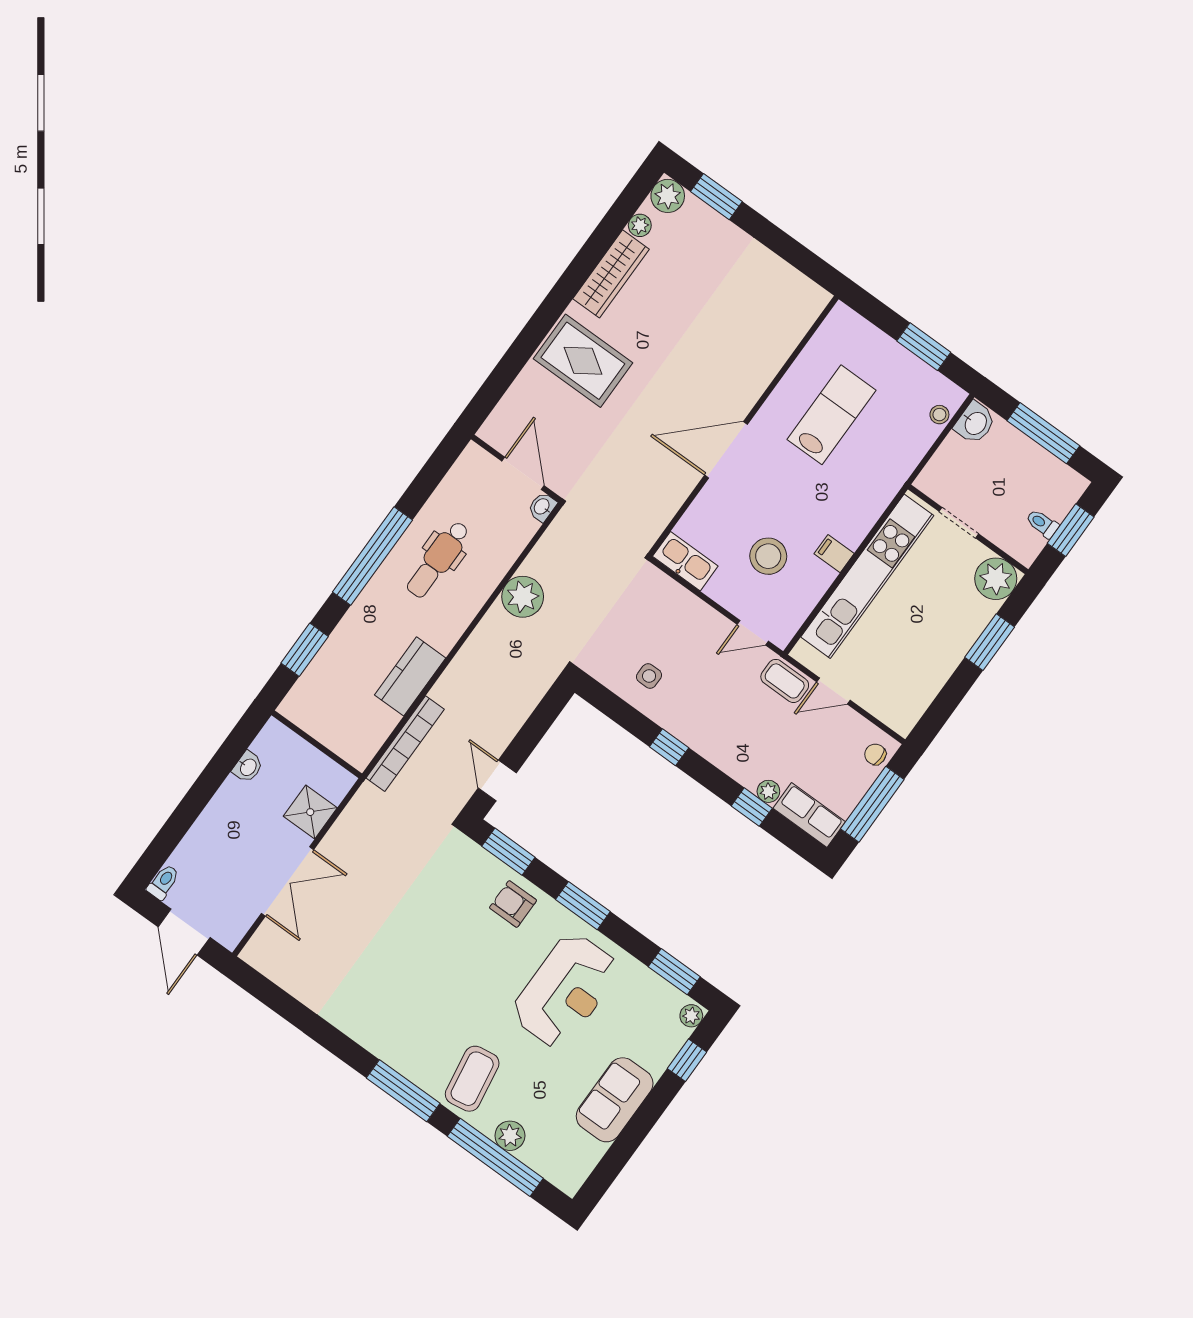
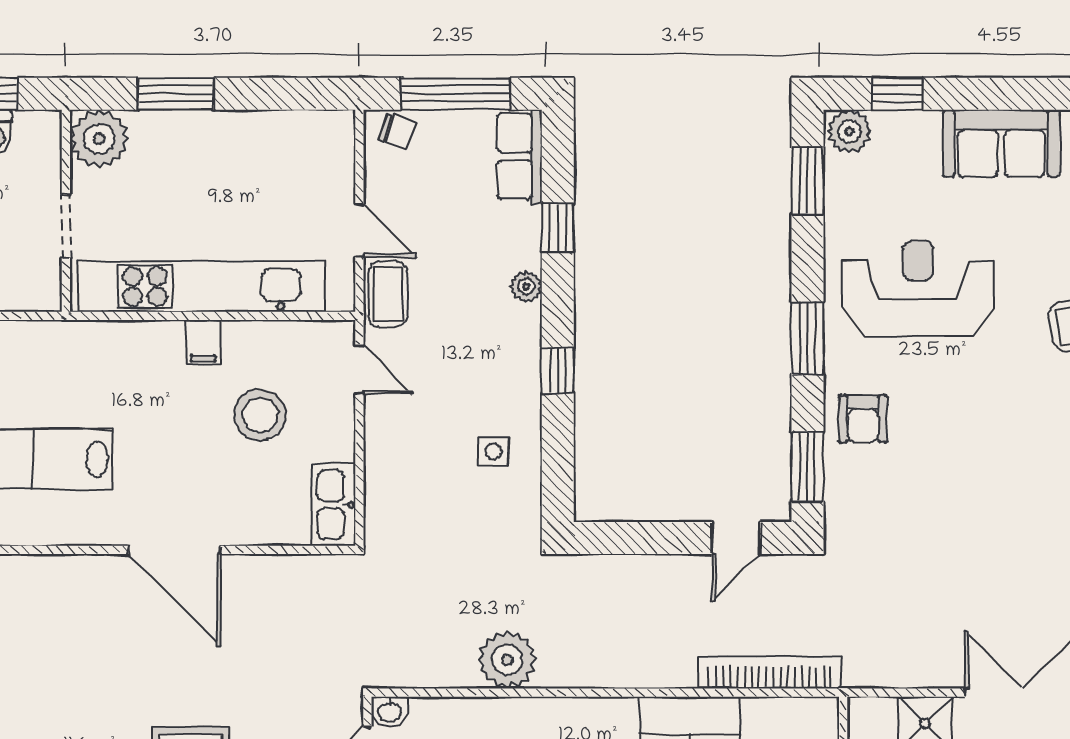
chair: (875, 754) -> (397, 131), turned -72
plant: (768, 791) -> (526, 286), moved
plant: (691, 1016) -> (849, 131), width x1.38, depth x1.38

